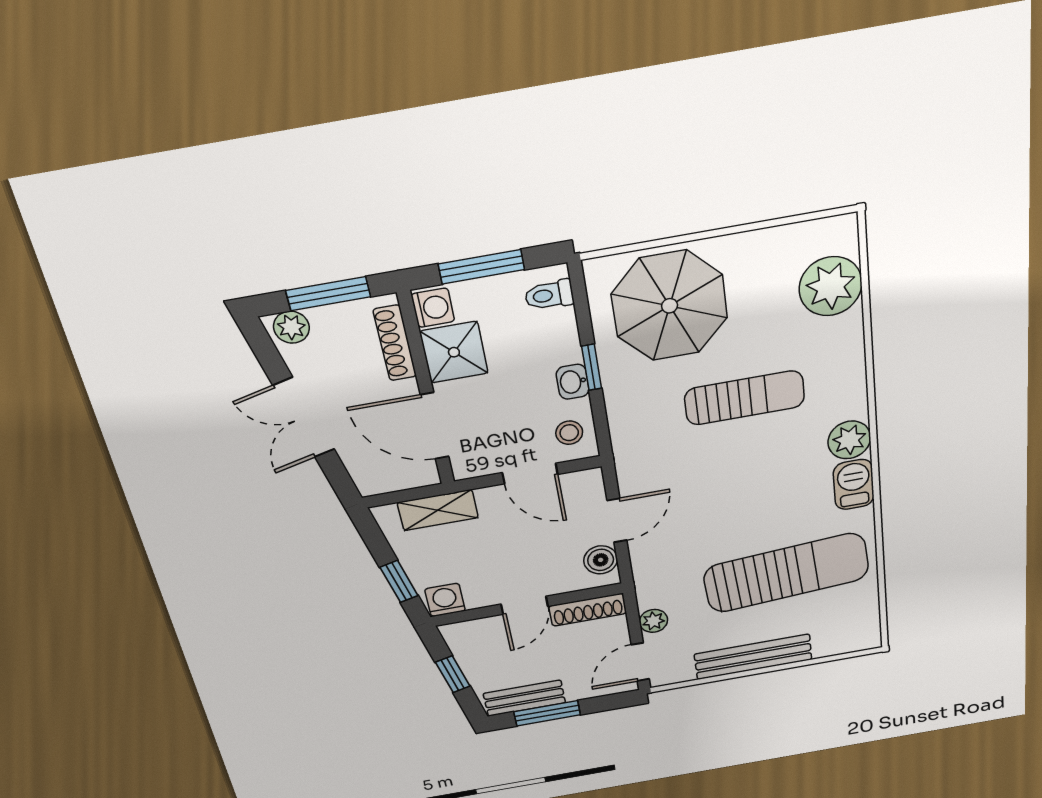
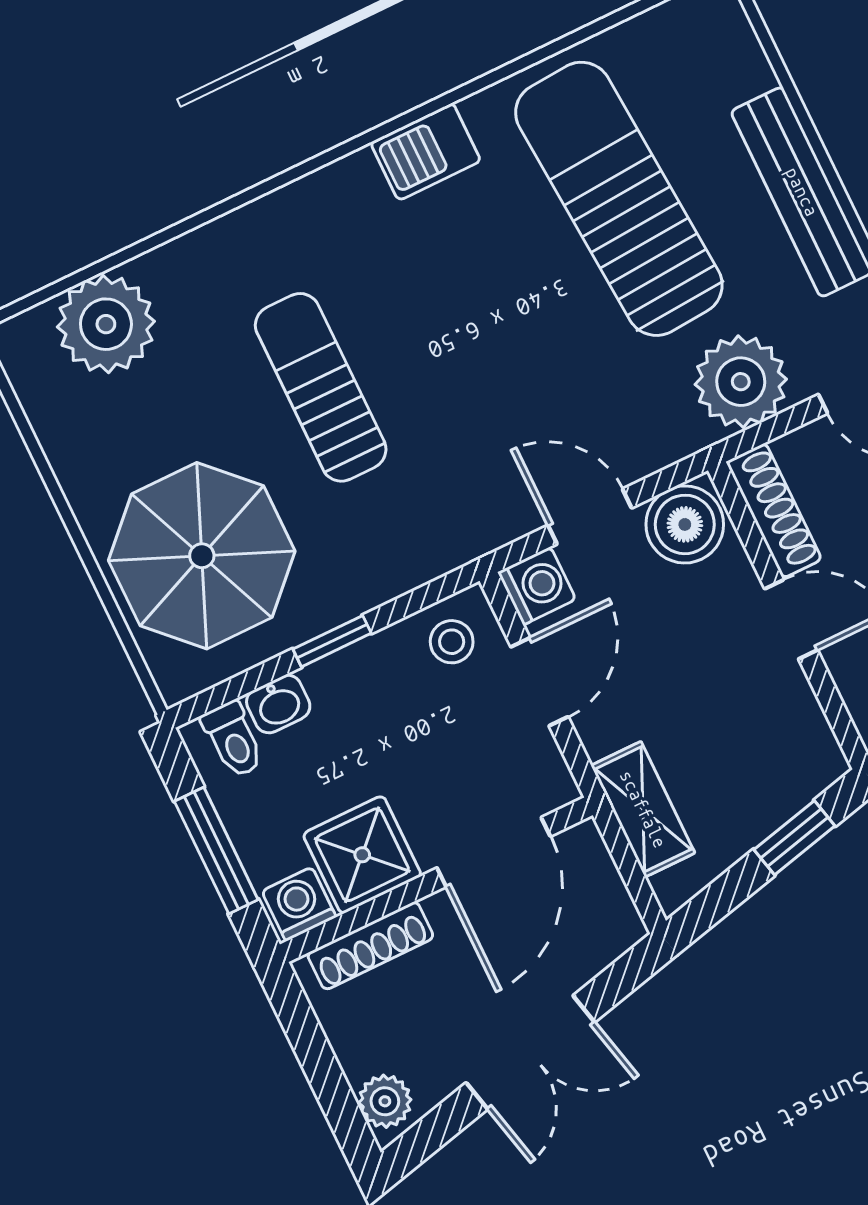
window: (328, 294) -> (318, 1060), removed
washbasin: (573, 382) -> (278, 704), moved
plant: (849, 440) -> (349, 192), removed
boiler: (601, 560) -> (685, 524), width x1.36, depth x1.36
washing machine: (445, 600) -> (537, 586), moved, turned 180
plant: (653, 621) -> (741, 382), width x1.87, depth x1.87

